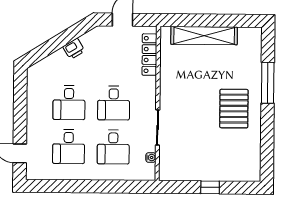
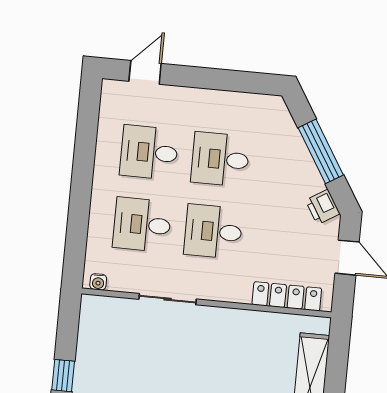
window: (59, 41) -> (321, 151), added
printer: (74, 49) -> (323, 207), moved
water cooler: (151, 158) -> (98, 282), moved

